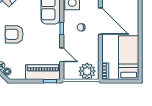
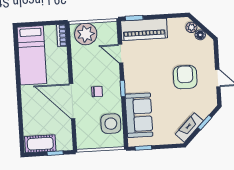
armchair: (14, 34) -> (185, 77), turned -90

